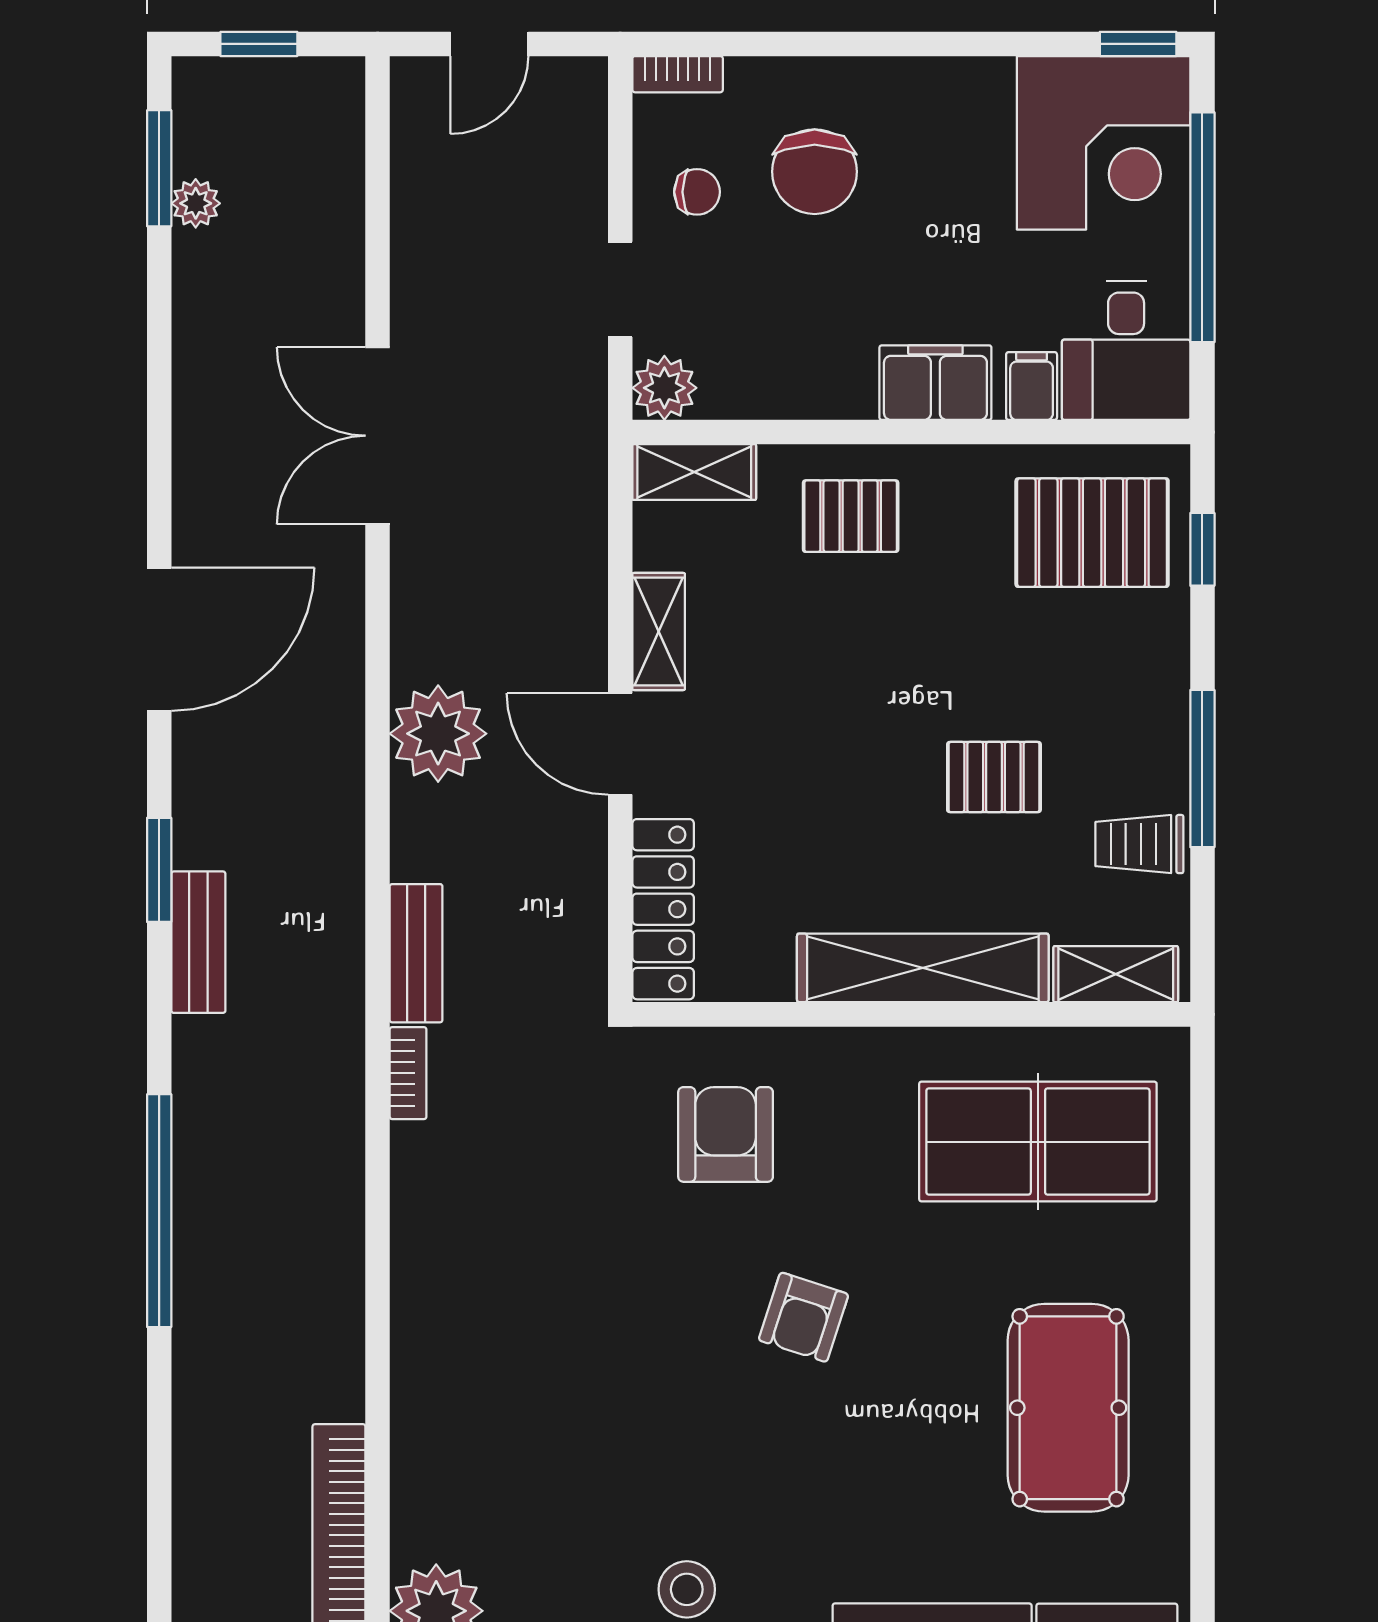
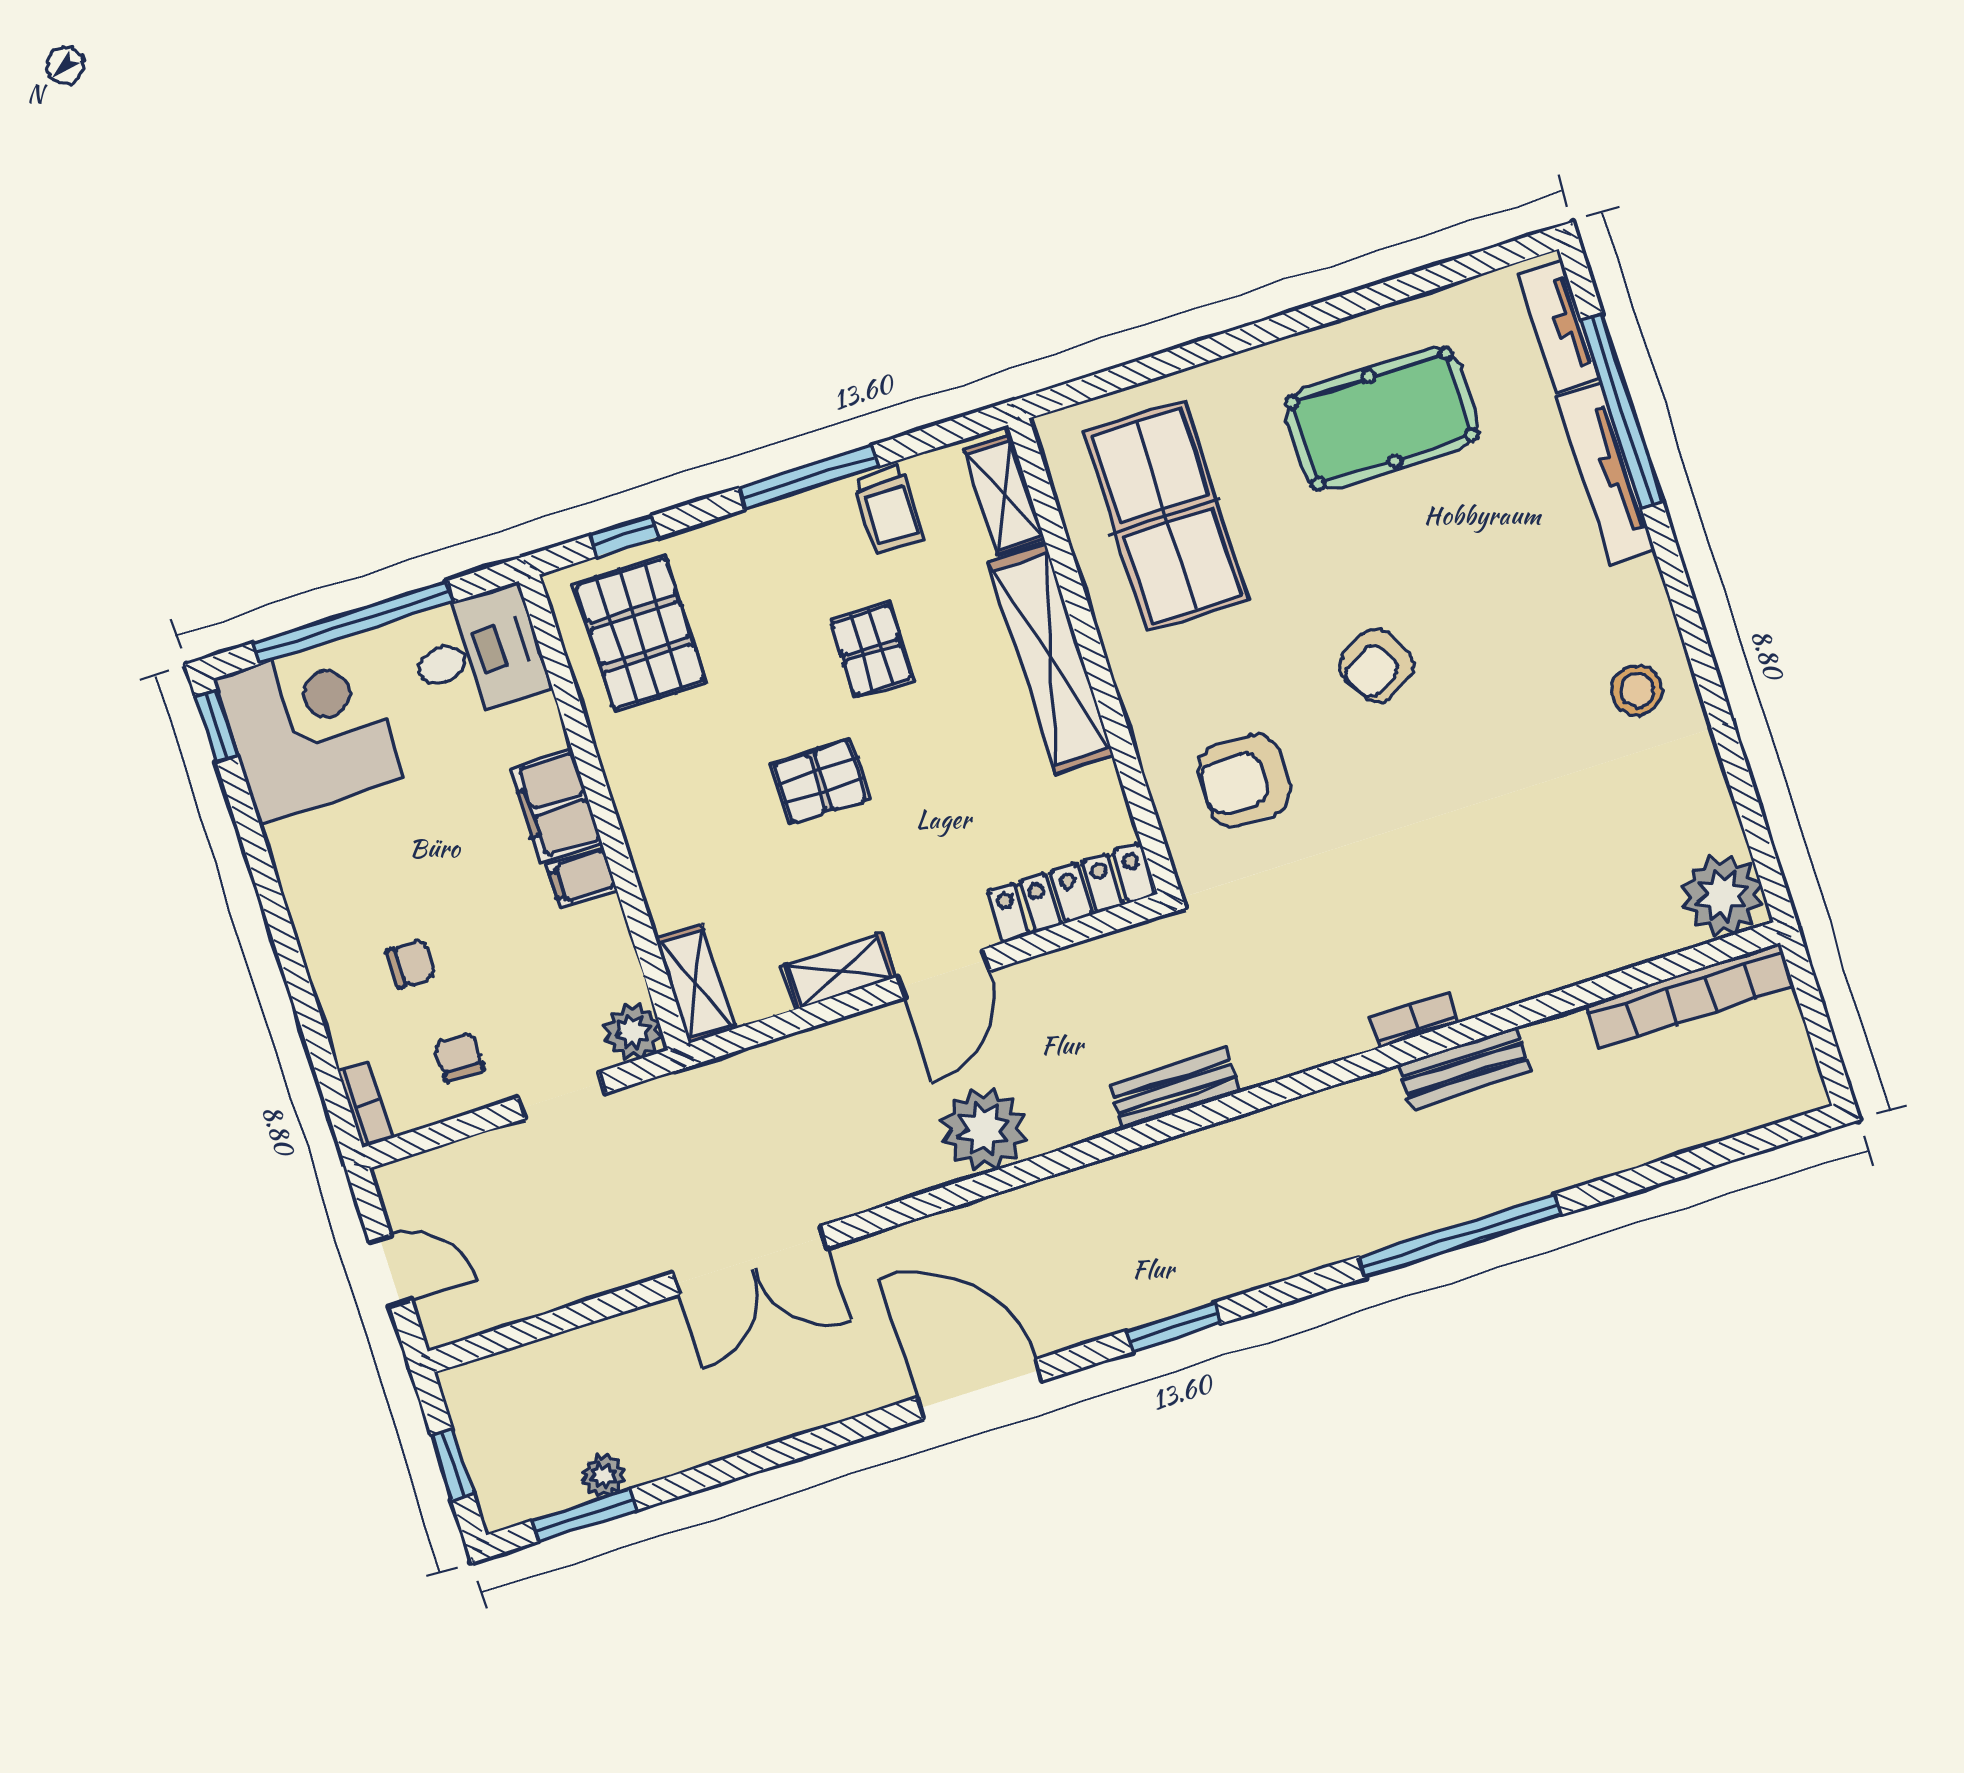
chair: (815, 172) -> (411, 964), width x0.54, depth x0.54
filing cabinet: (1032, 386) -> (582, 877), moved
pallet: (851, 516) -> (820, 782), moved, turned 90
bench: (198, 942) -> (1464, 1069), moved
bookcase: (408, 1073) -> (1414, 1020), moved
armchair: (804, 1317) -> (1377, 665), turned 132

